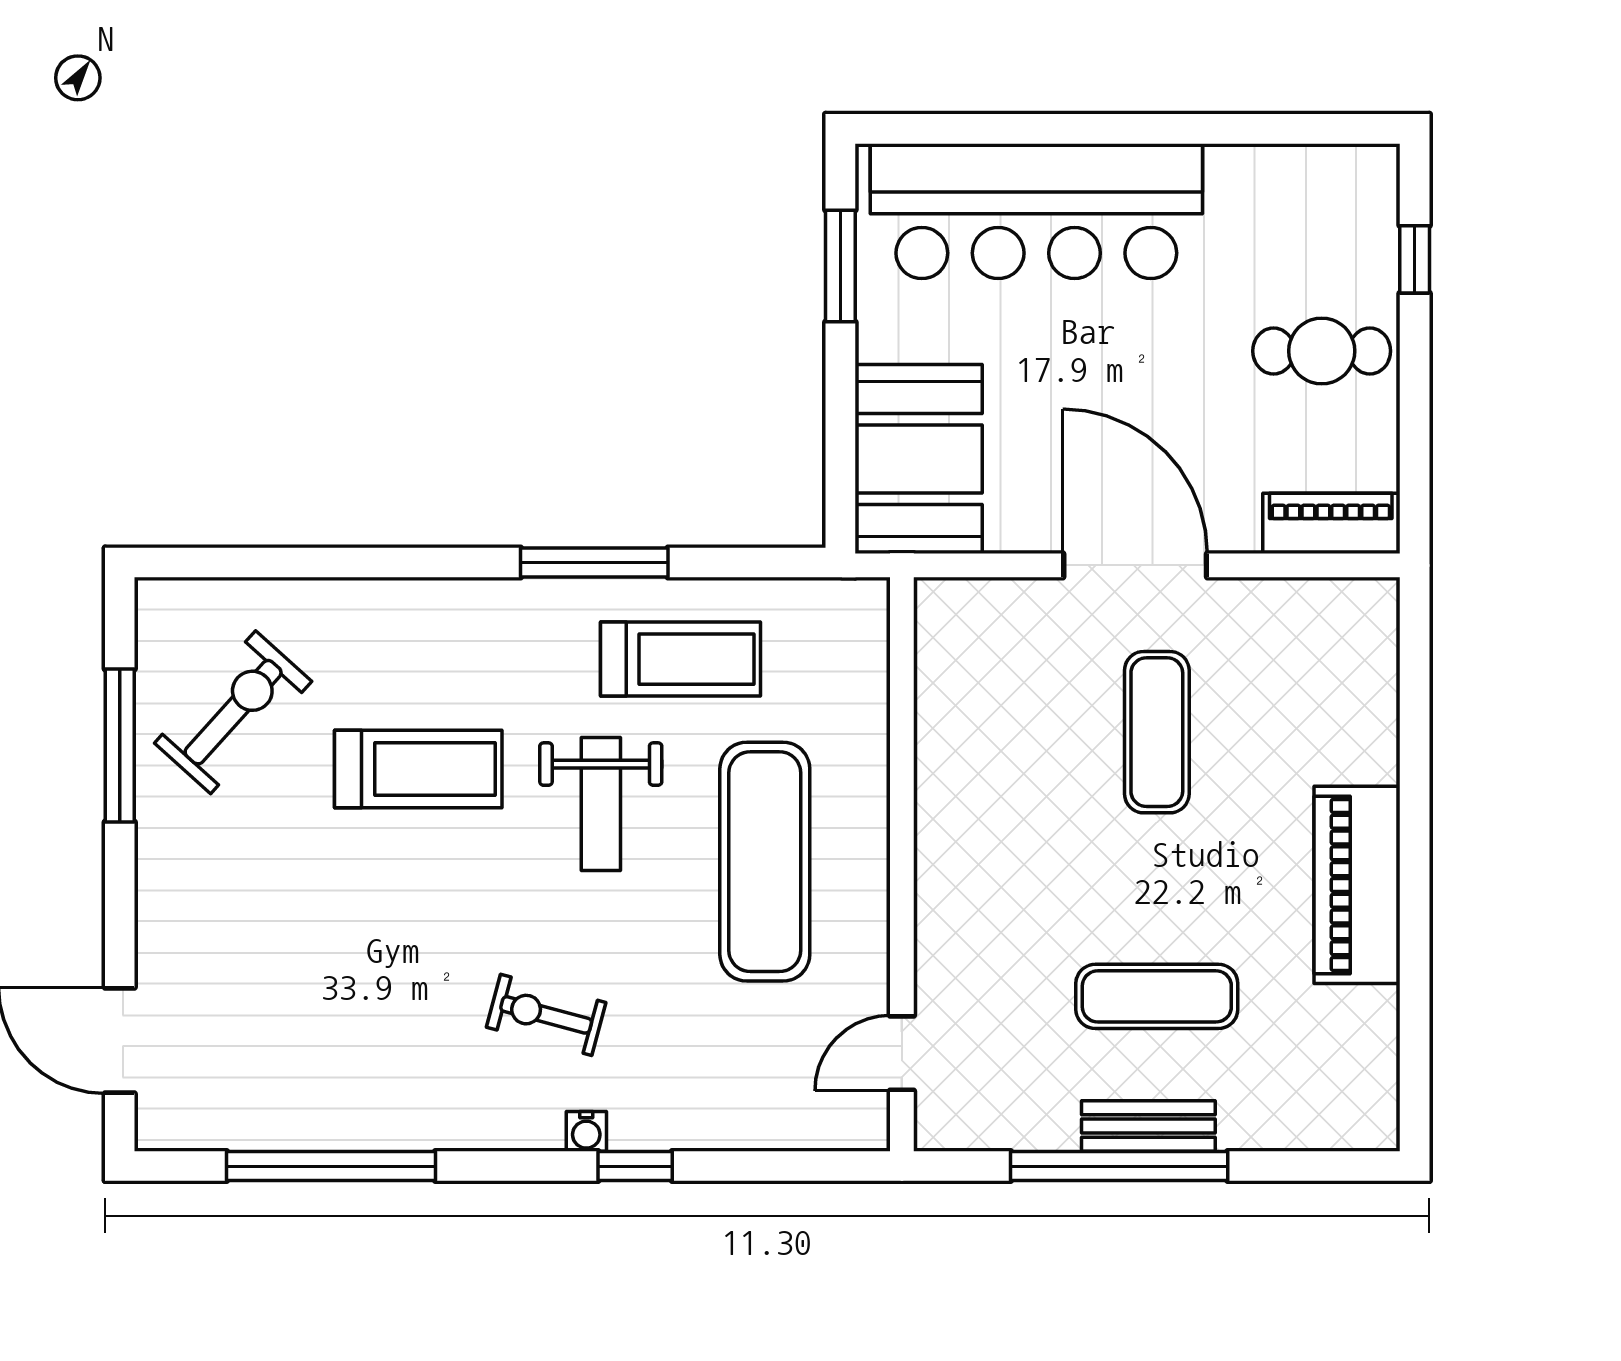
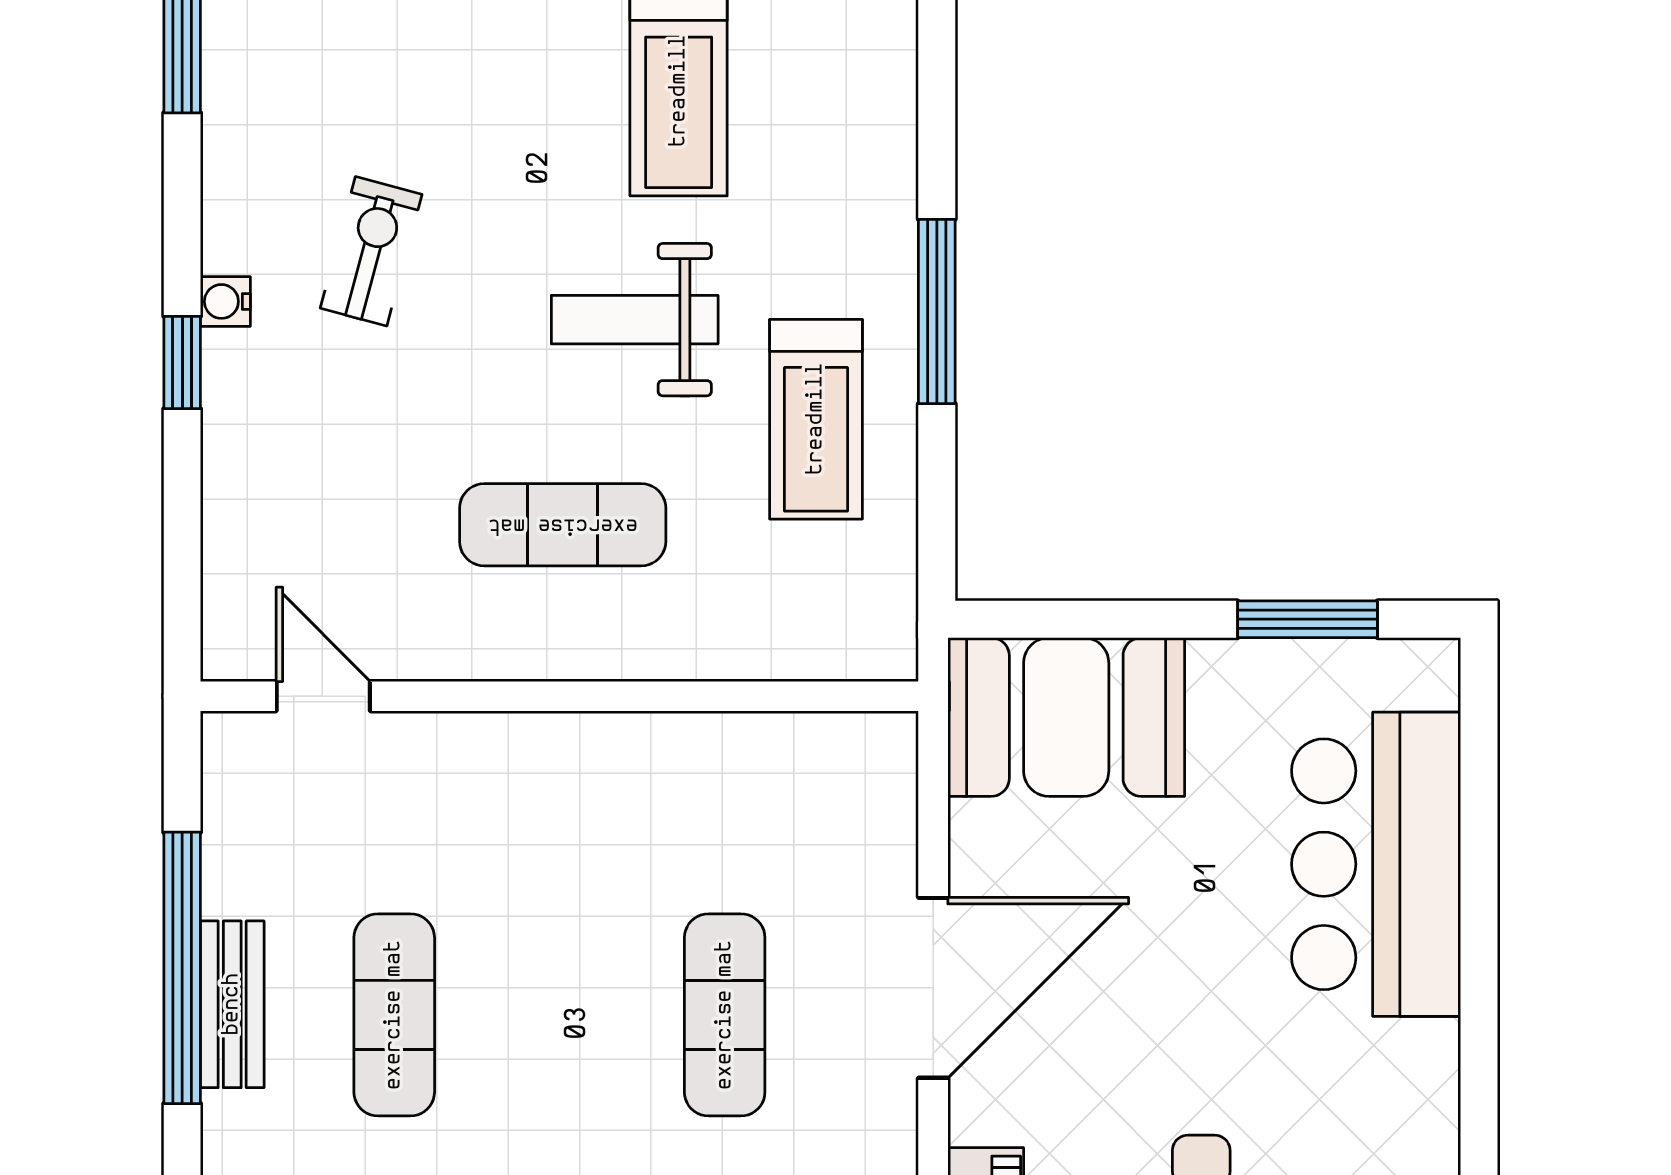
bar counter: (1036, 211) -> (1376, 864), width x0.73
exercise mat: (1157, 732) -> (725, 1015), turned 90
exercise mat: (765, 862) -> (563, 525), width x0.73, depth x0.69

